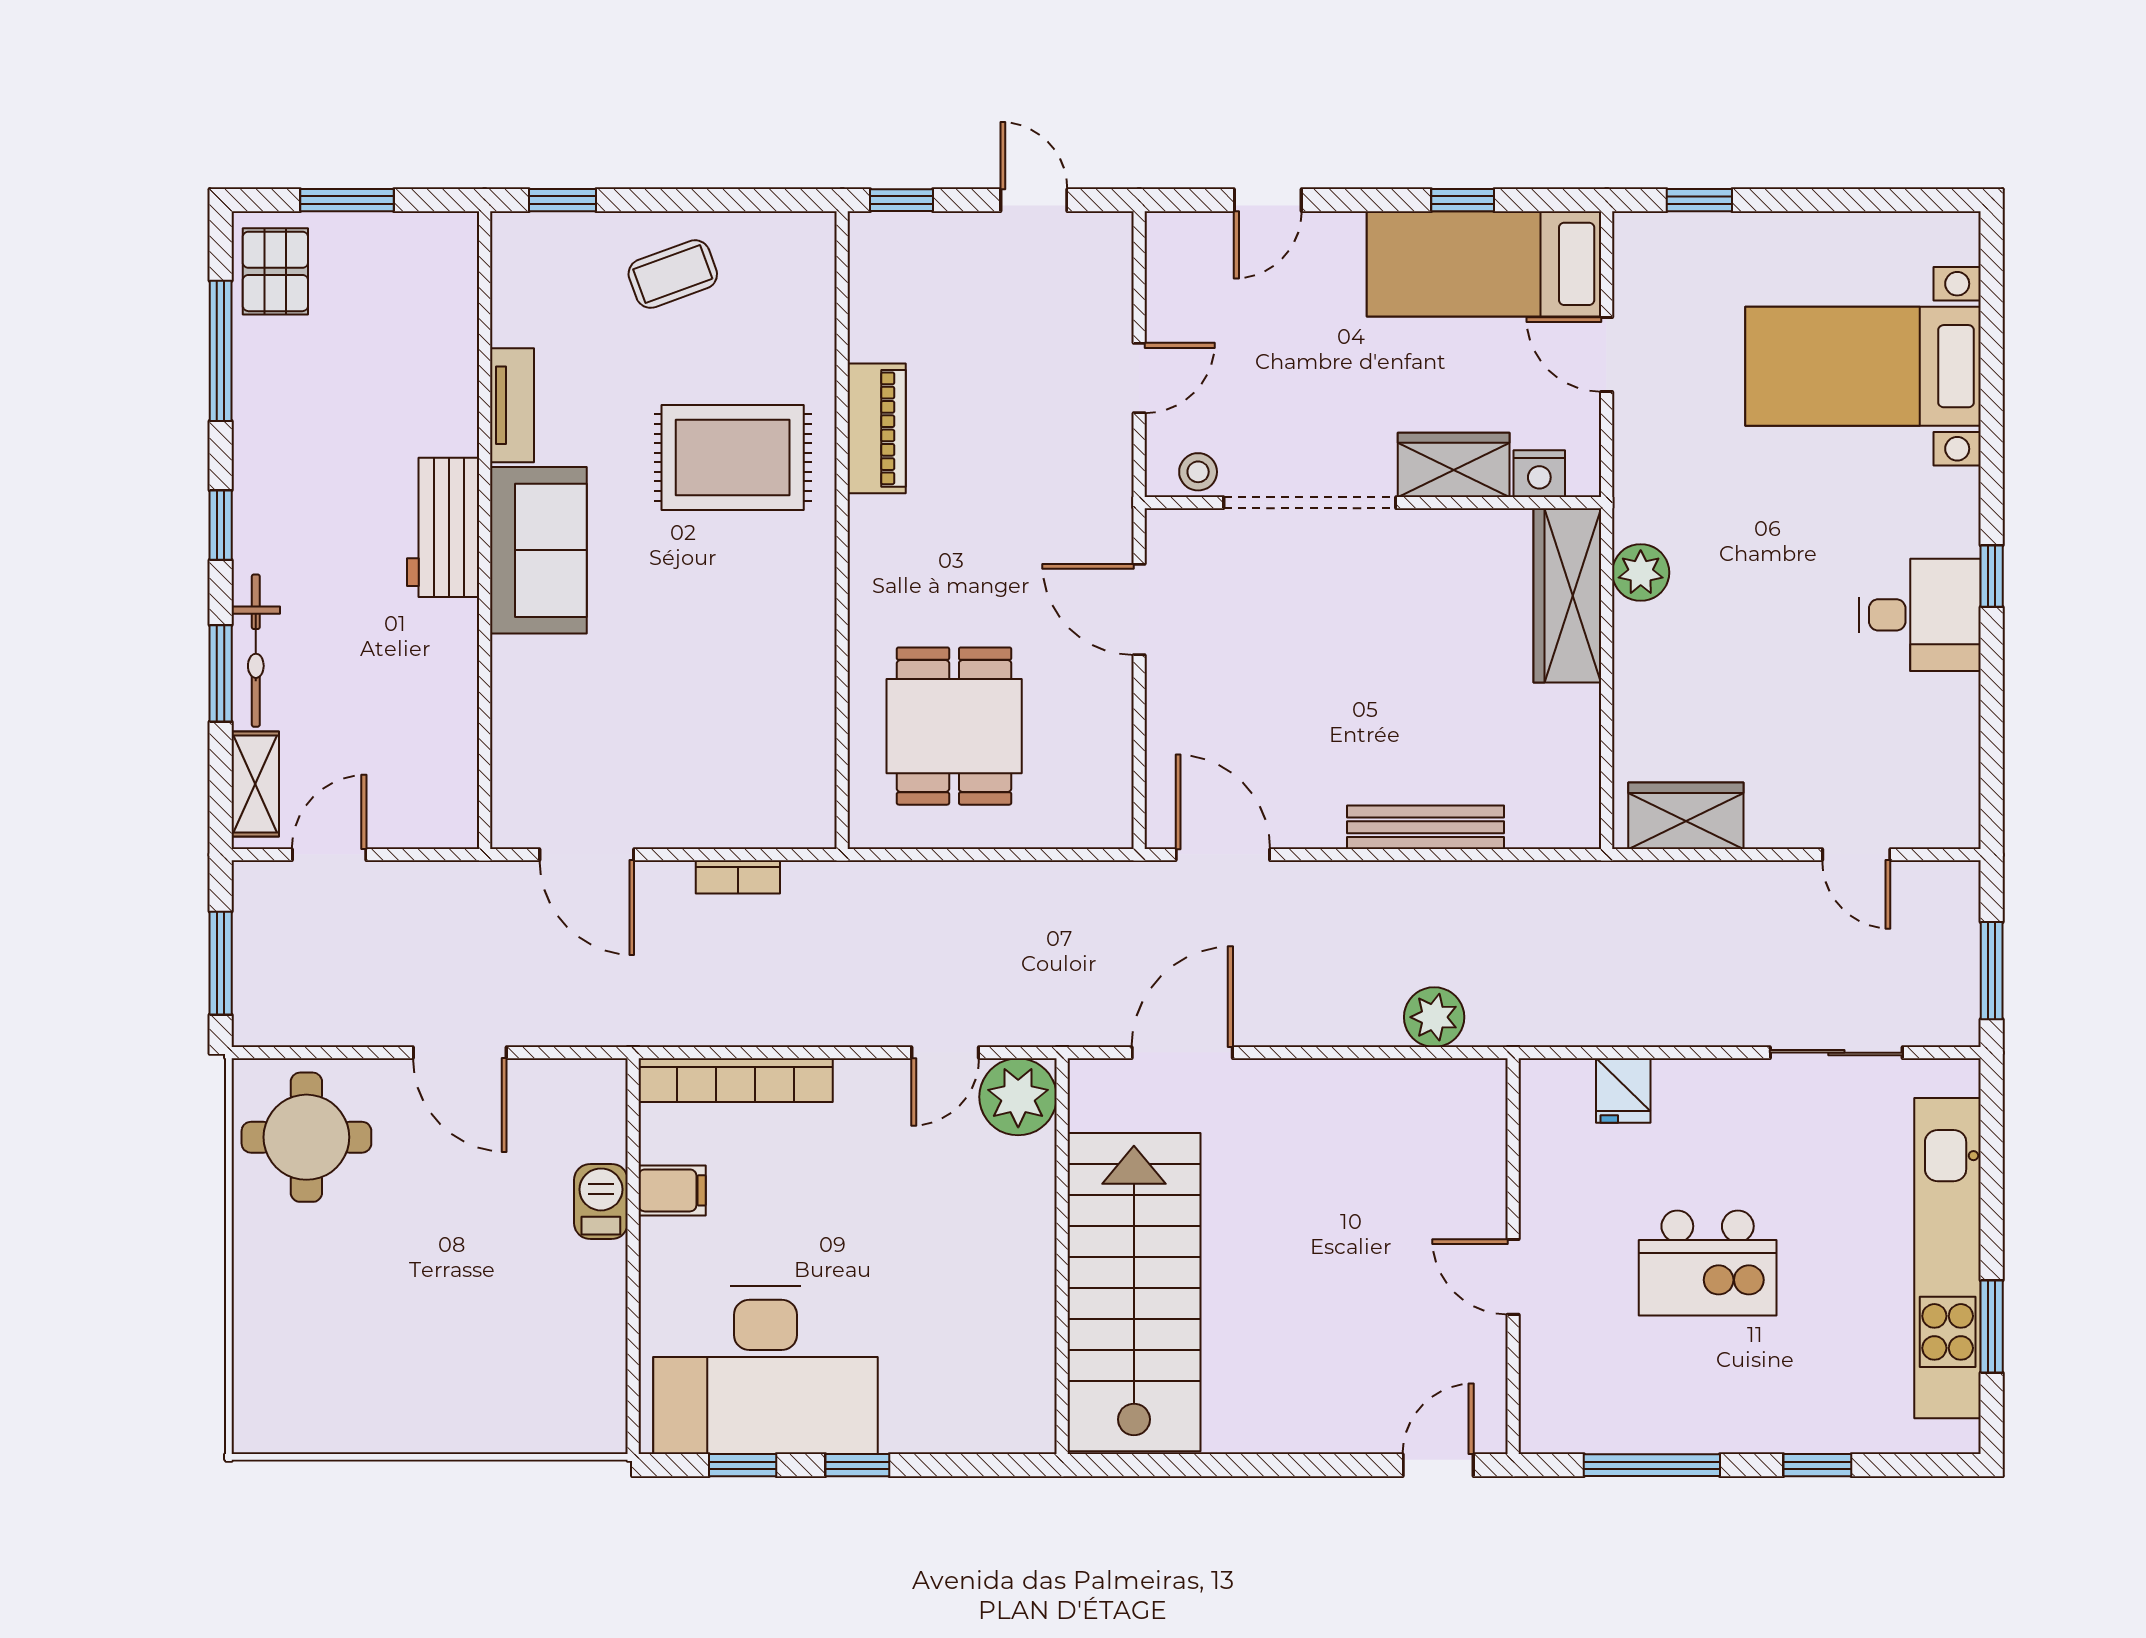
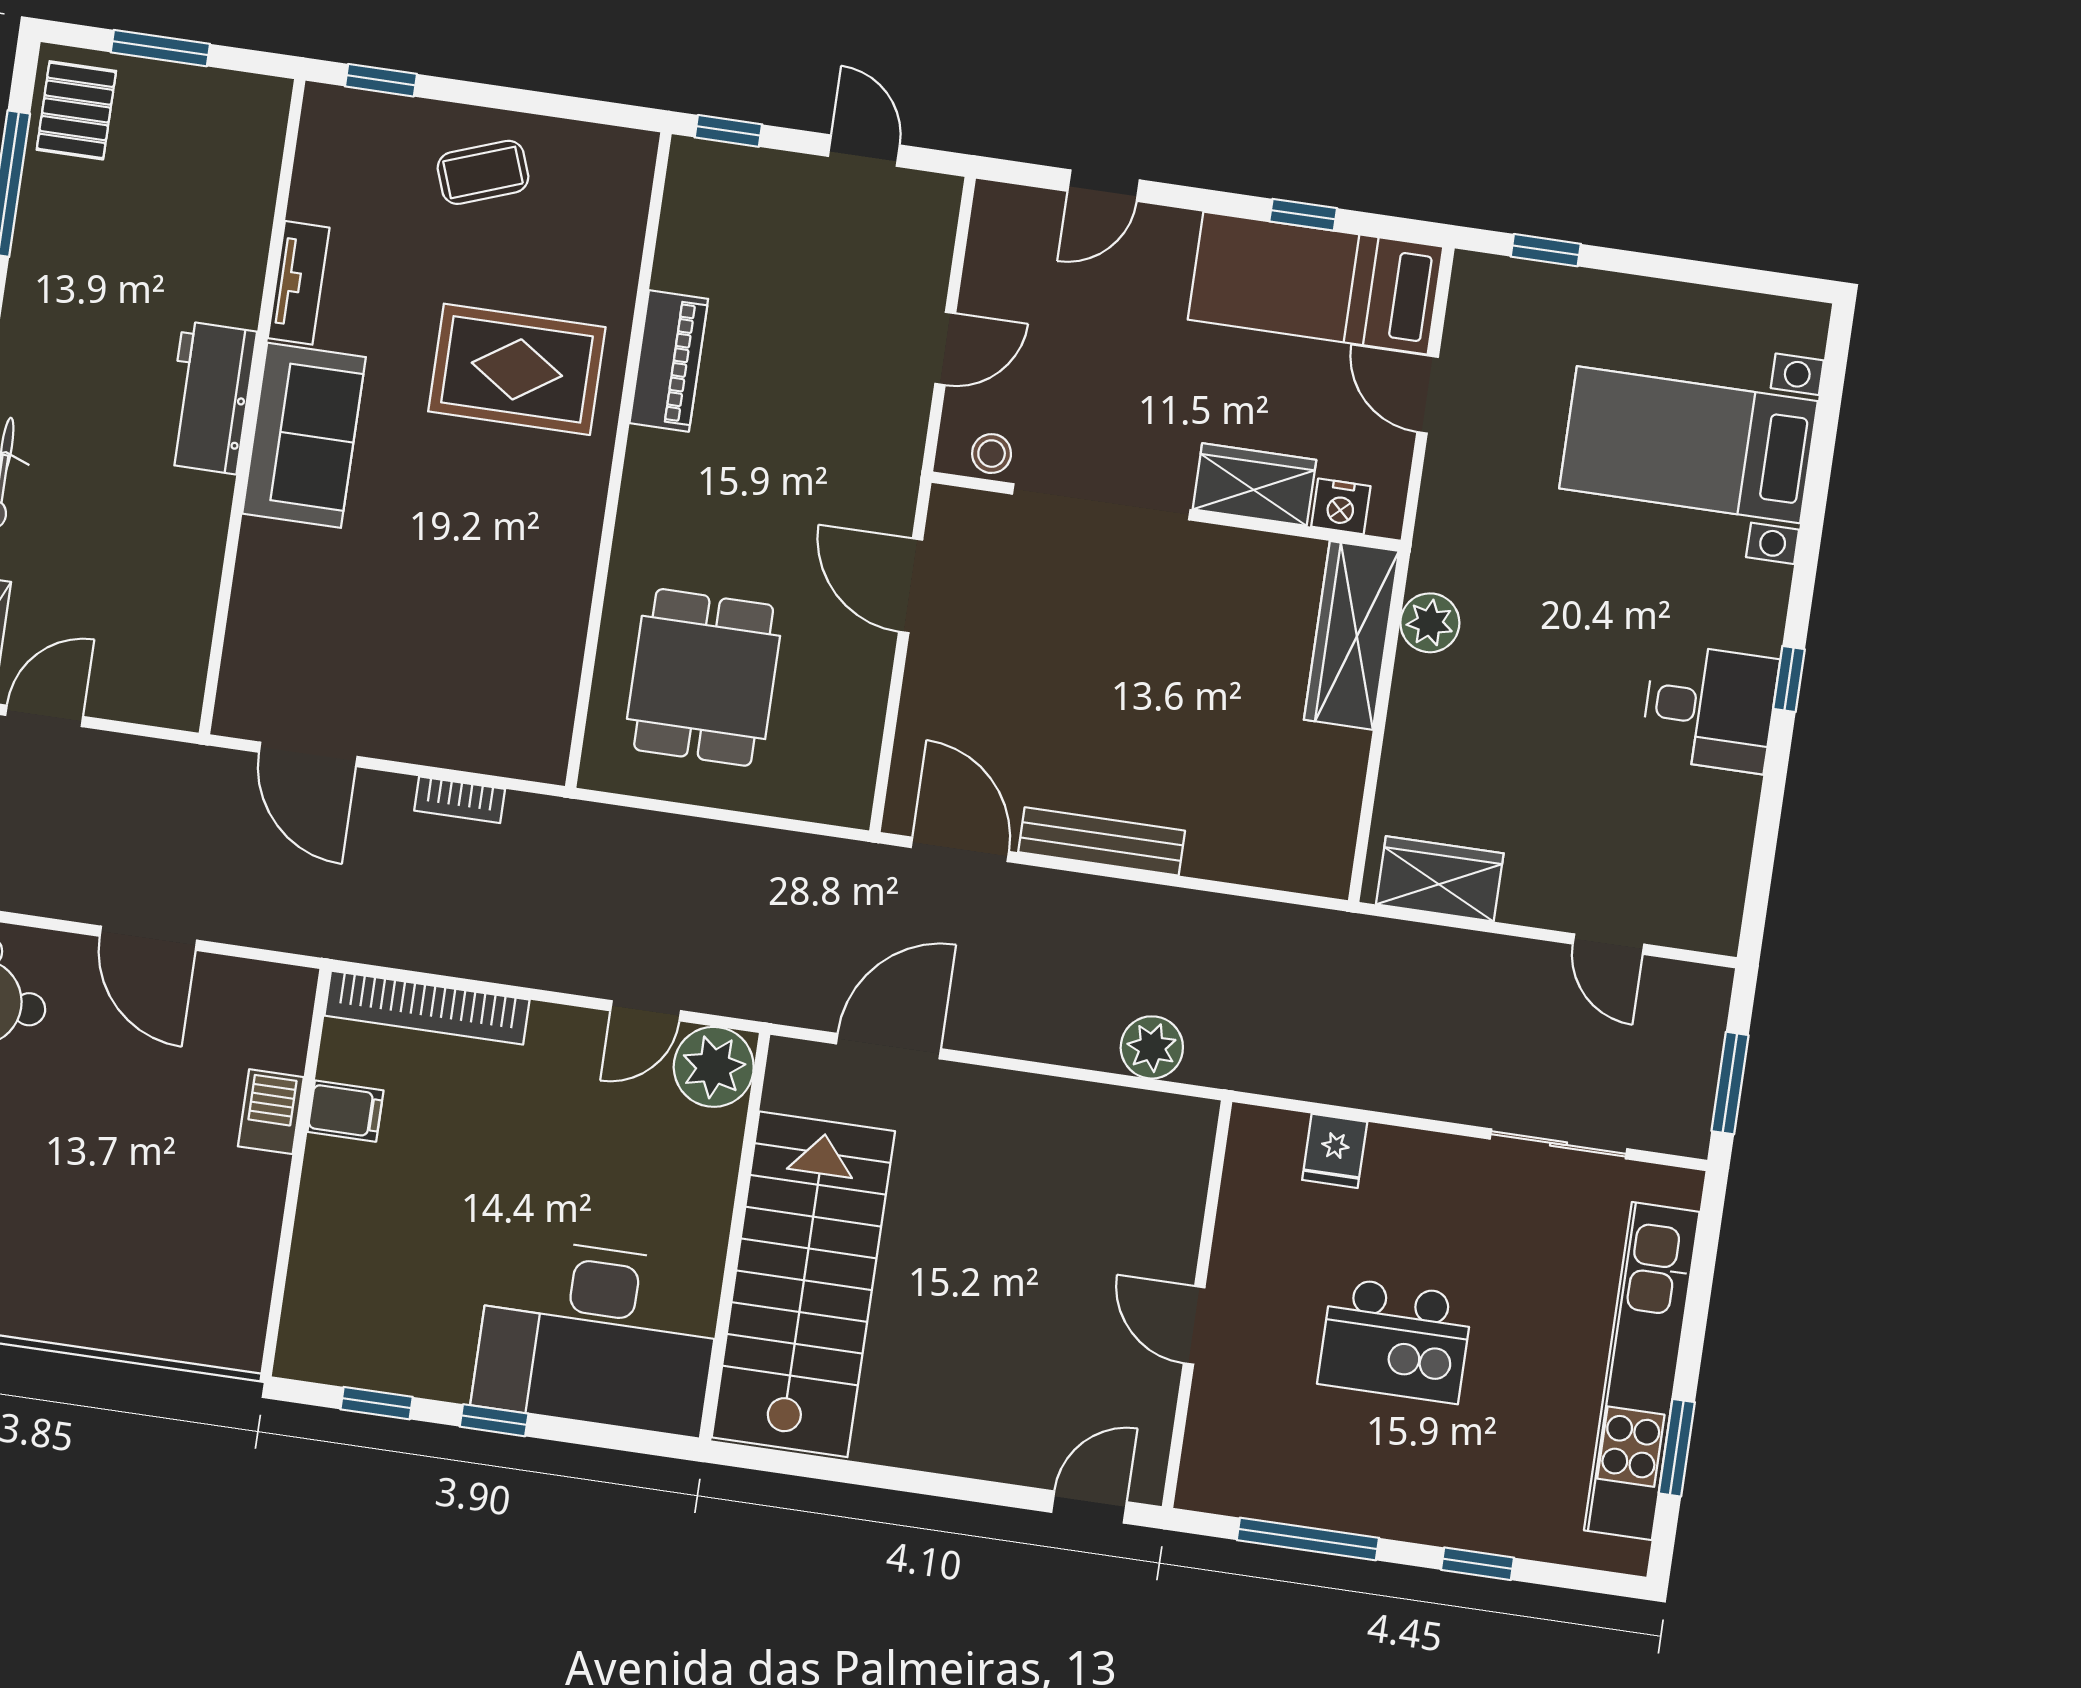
bench: (1426, 827) -> (1102, 841), moved
desk: (765, 1370) -> (598, 1336), moved

